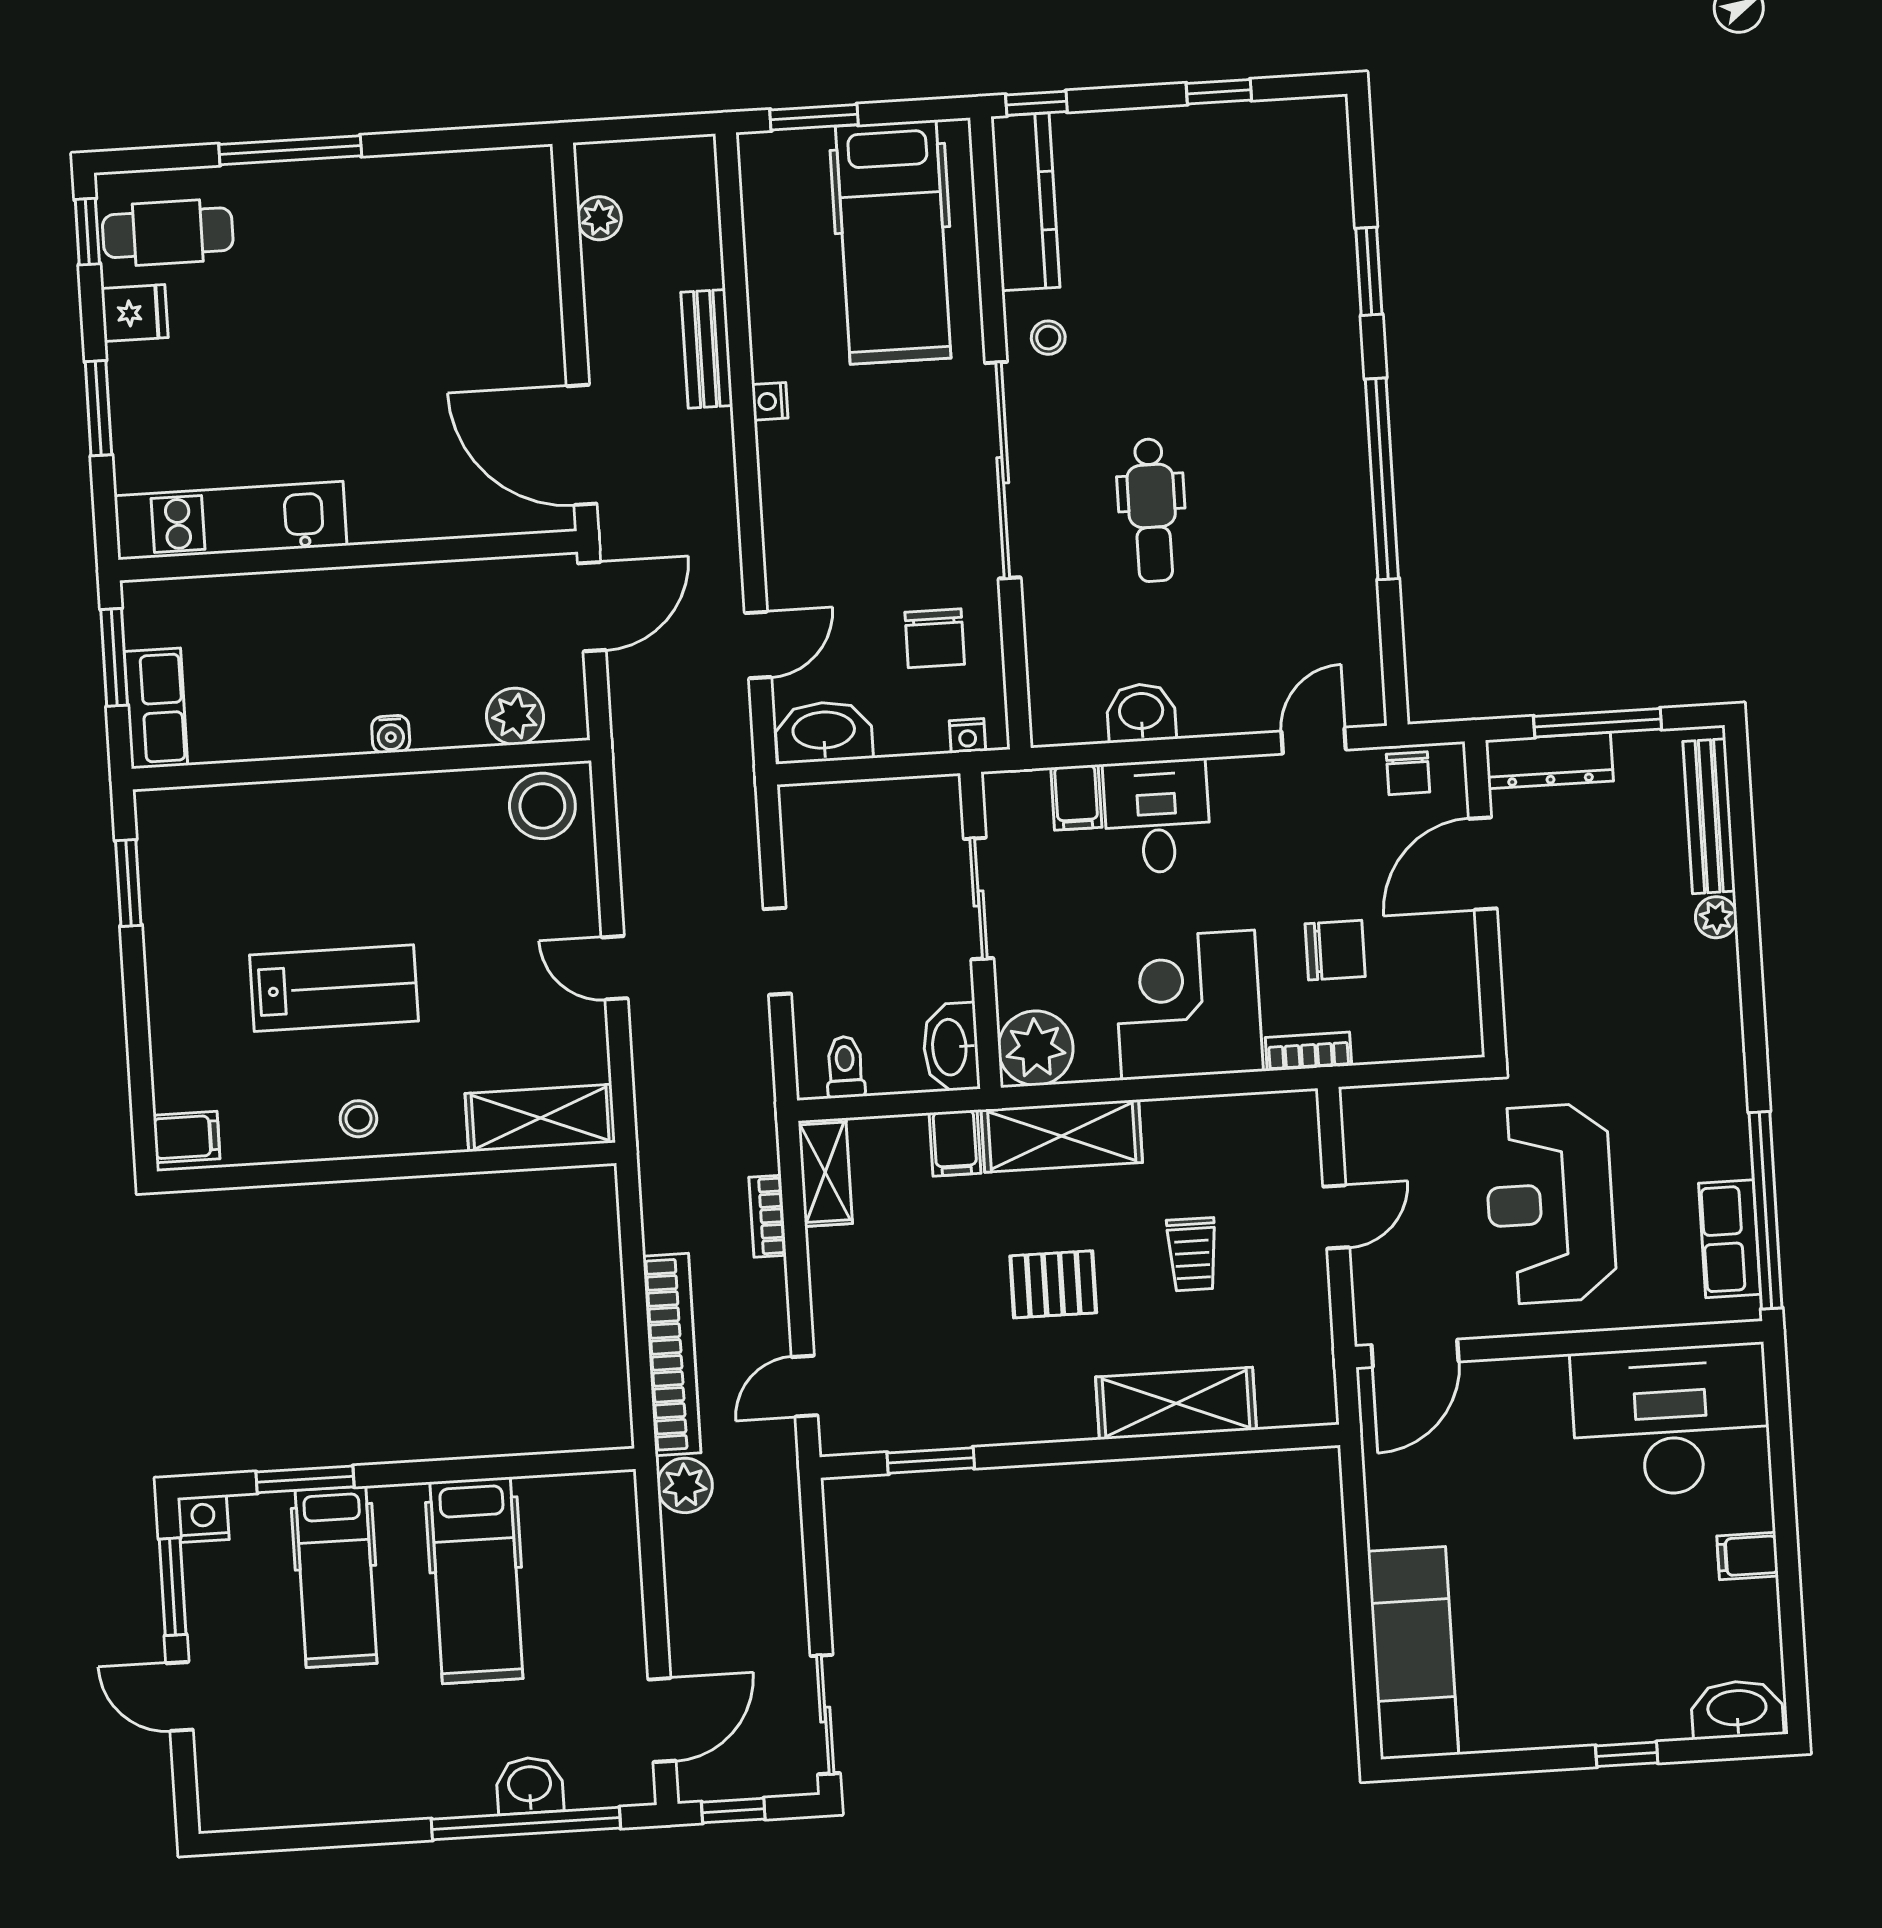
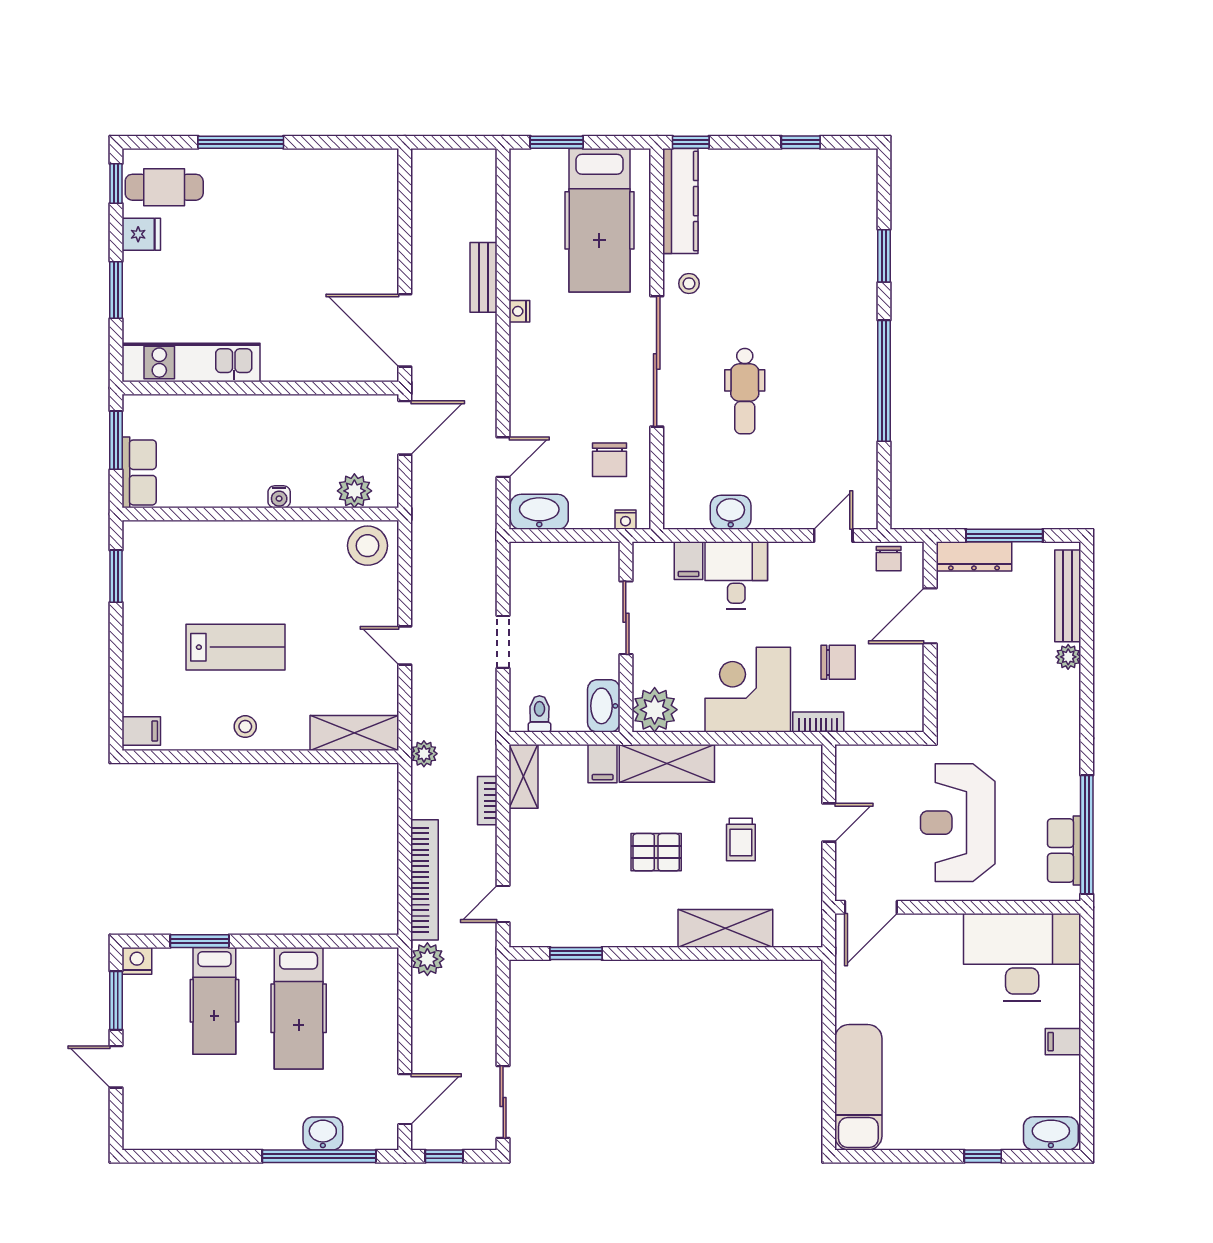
plant: (599, 218) -> (424, 754), moved

